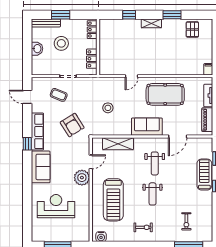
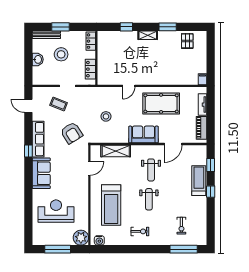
plant: (82, 178) -> (81, 238), moved

